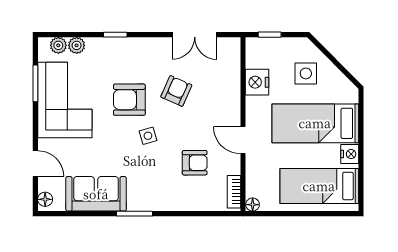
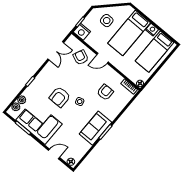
nightstand: (257, 82) -> (82, 32), moved
armchair: (176, 91) -> (81, 57), moved
door: (243, 140) -> (103, 58), moved
sofa: (96, 194) -> (95, 128), moved

